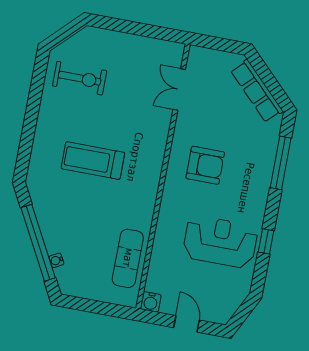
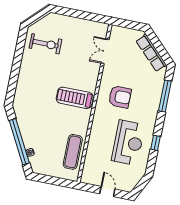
treadmill: (93, 161) -> (75, 98), moved
reception desk: (220, 242) -> (128, 143), turned 90
water cooler: (151, 302) -> (86, 178), removed

